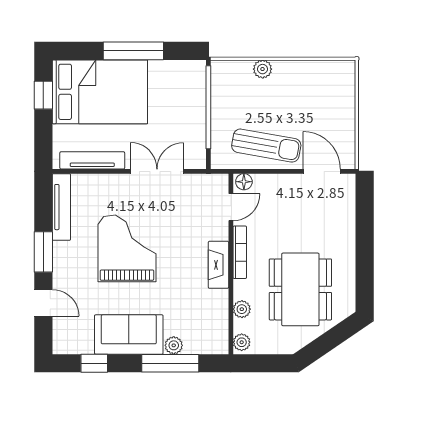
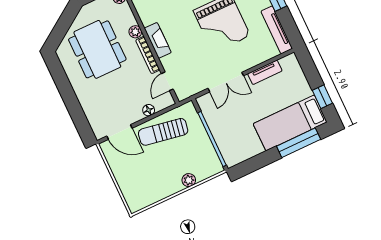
window: (133, 51) -> (299, 143), moved
bed: (100, 92) -> (290, 123), width x0.67
tv unit: (92, 160) -> (265, 72), width x0.71
floor lamp: (244, 182) -> (149, 110), moved
plant: (242, 309) -> (135, 32), moved

